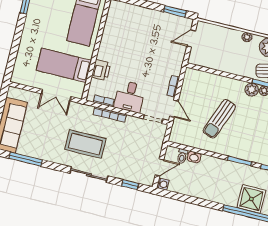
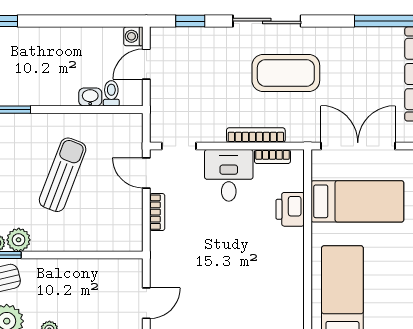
double door: (56, 95) -> (358, 146), width x1.37

